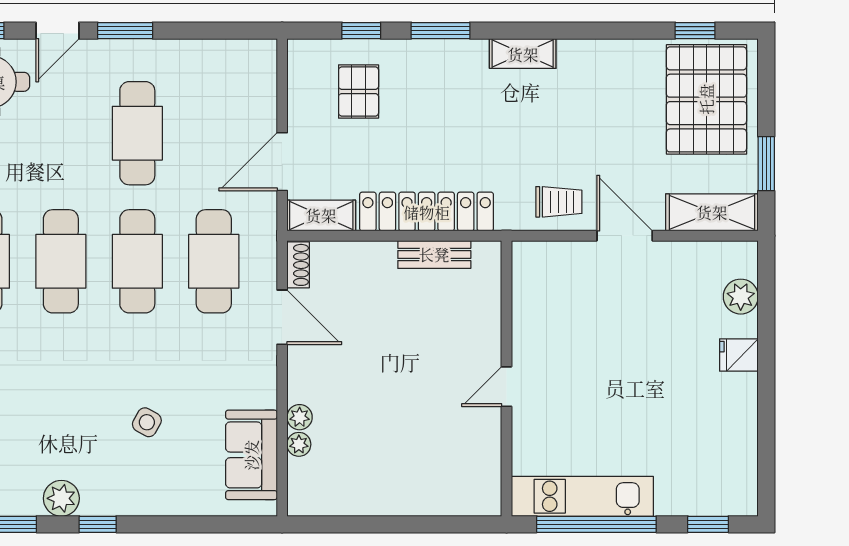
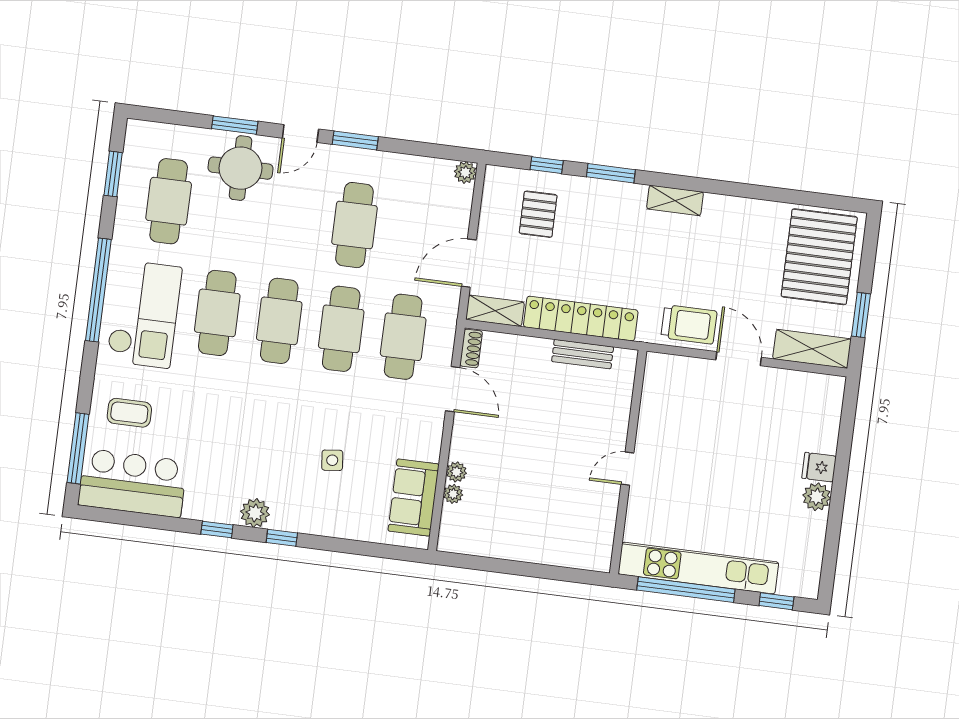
window: (695, 31) -> (817, 200), removed
plant: (264, 52) -> (465, 172), added
trolley: (559, 202) -> (689, 324), width x1.36, depth x1.39
plant: (741, 297) -> (817, 497), moved
side table: (147, 422) -> (332, 460), turned -35
kitchen unit: (582, 496) -> (698, 568), width x1.36

